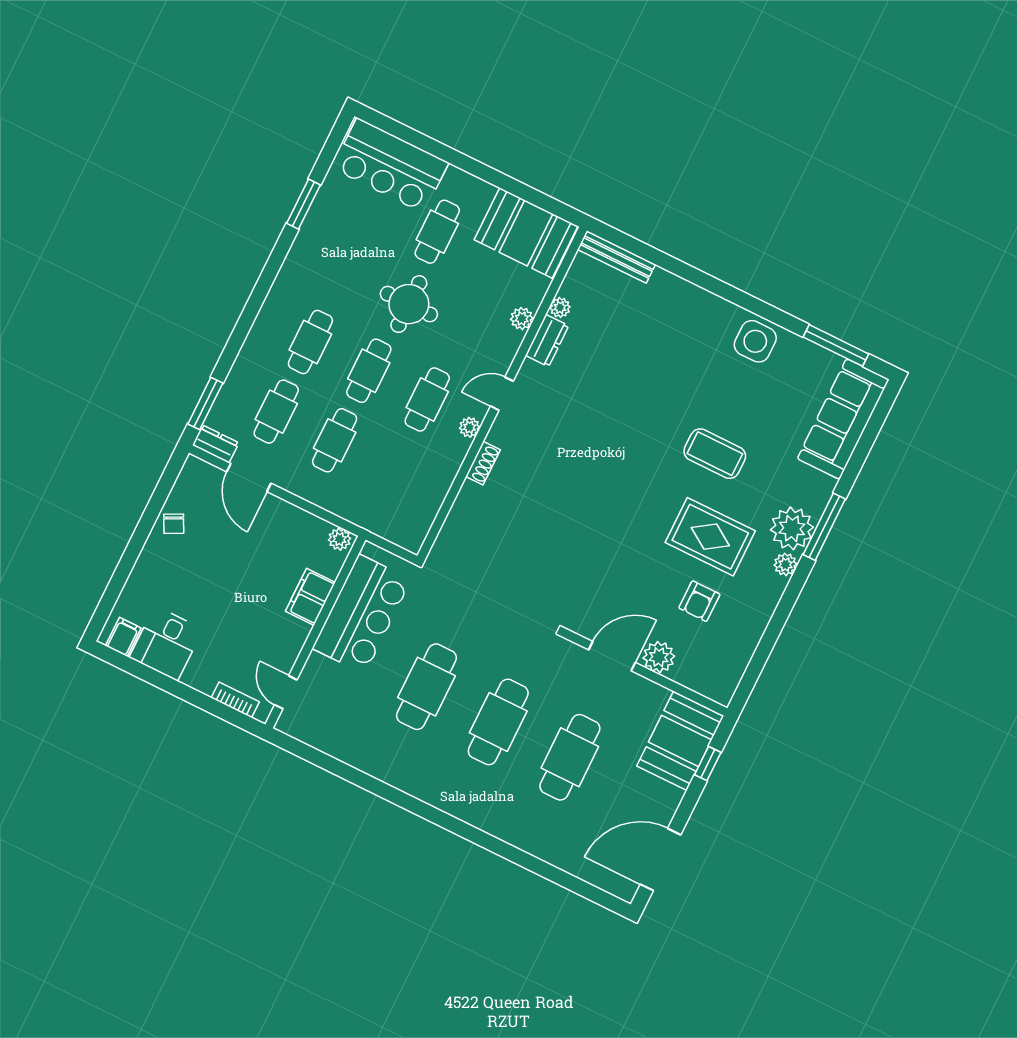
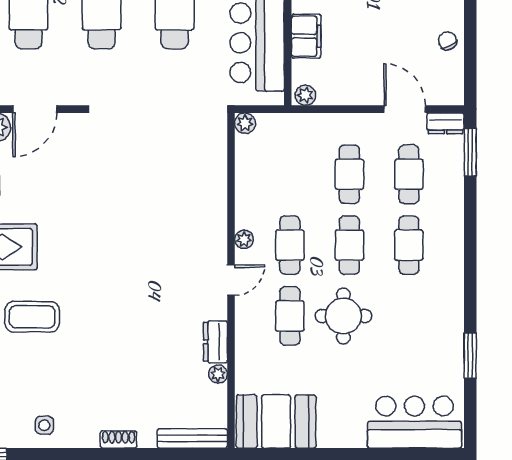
cafe table: (437, 232) -> (290, 316), moved
plant: (522, 319) -> (245, 123), moved
side table: (755, 341) -> (44, 425), width x0.54, depth x0.54
shoe rack: (483, 463) -> (119, 439), moved, turned 90

